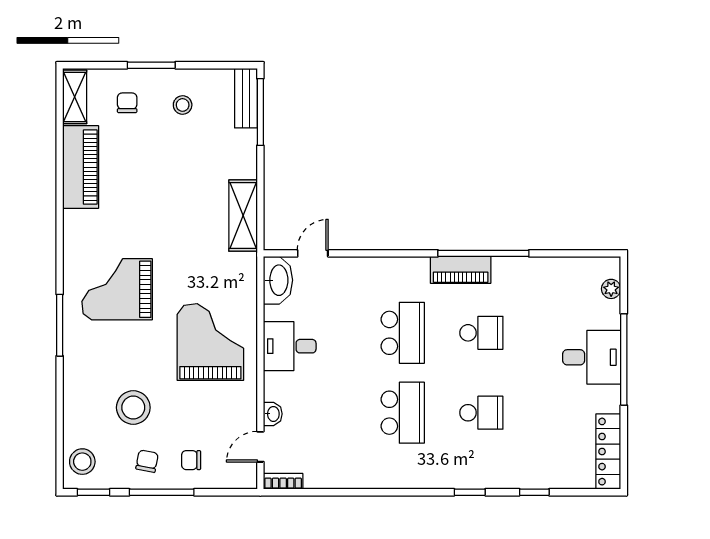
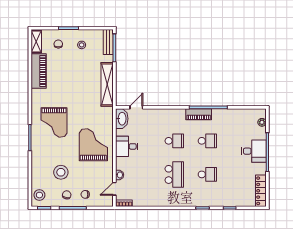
shelving: (243, 216) -> (107, 84), width x1.47
grand piano: (117, 289) -> (54, 122), turned -90
school desk: (403, 333) -> (174, 141), width x0.54

